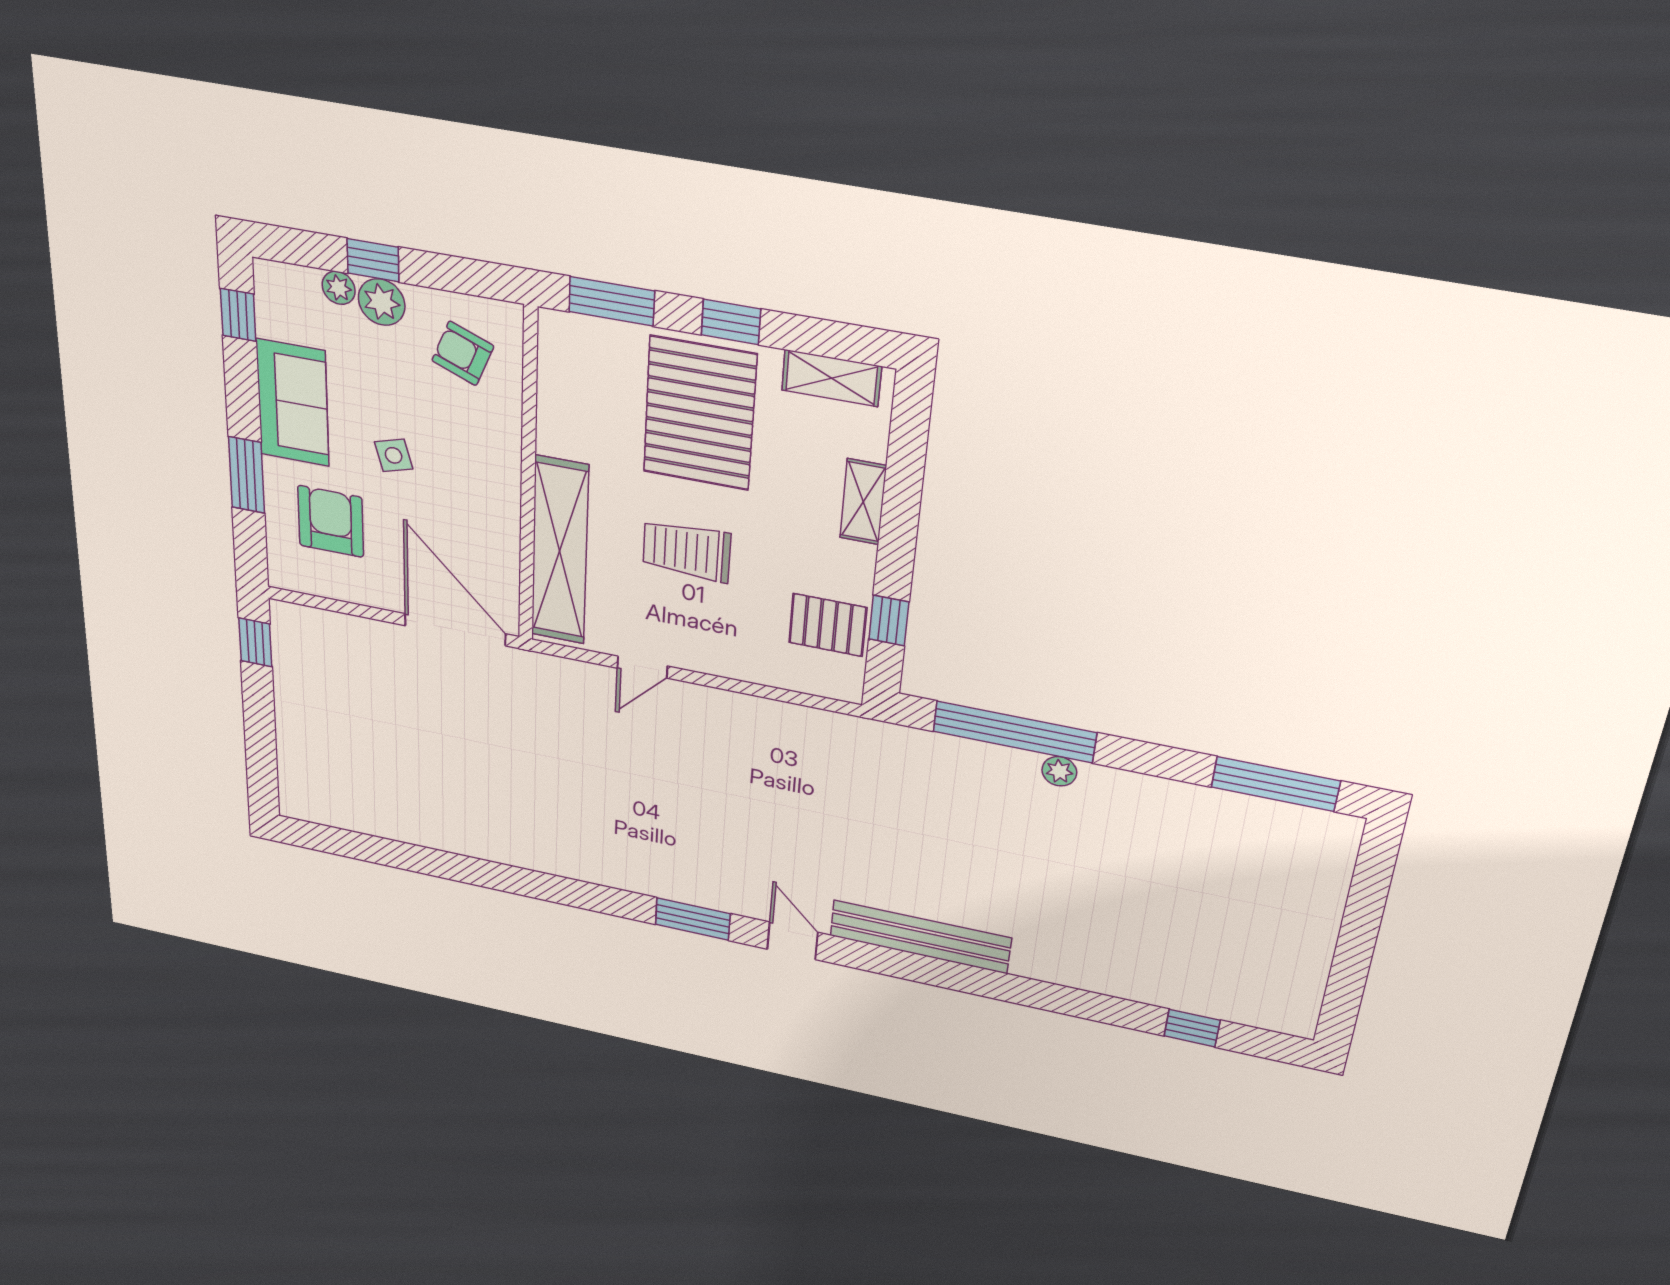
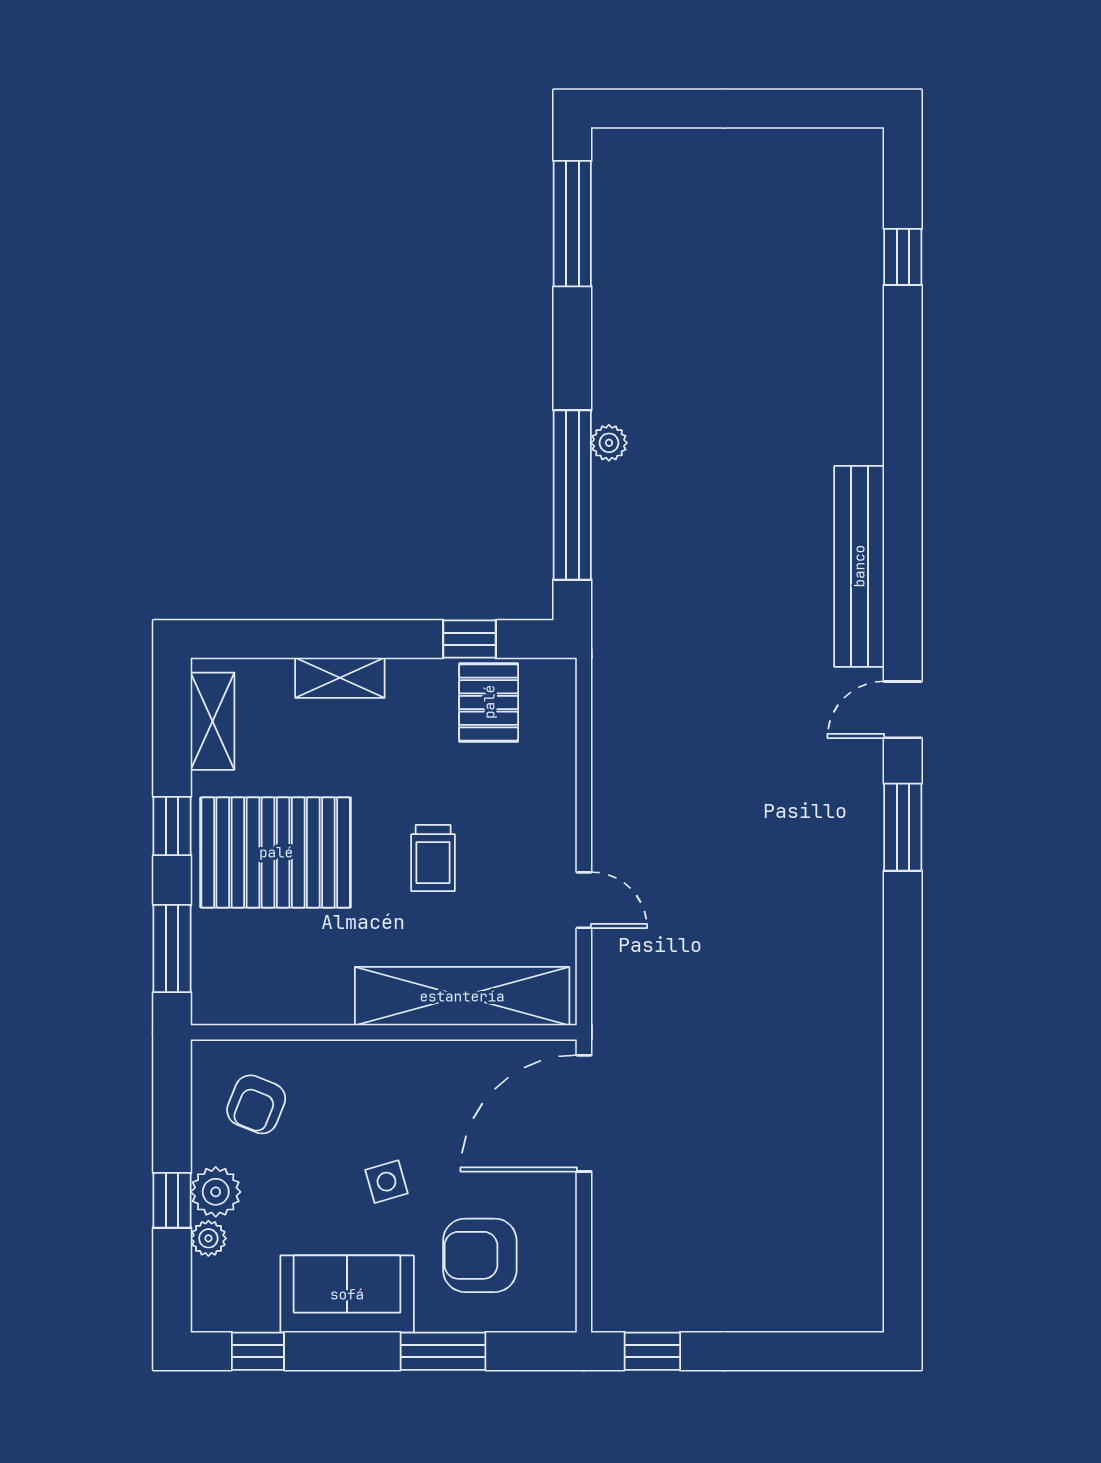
trolley: (687, 551) -> (433, 858), width x0.73, depth x0.72

